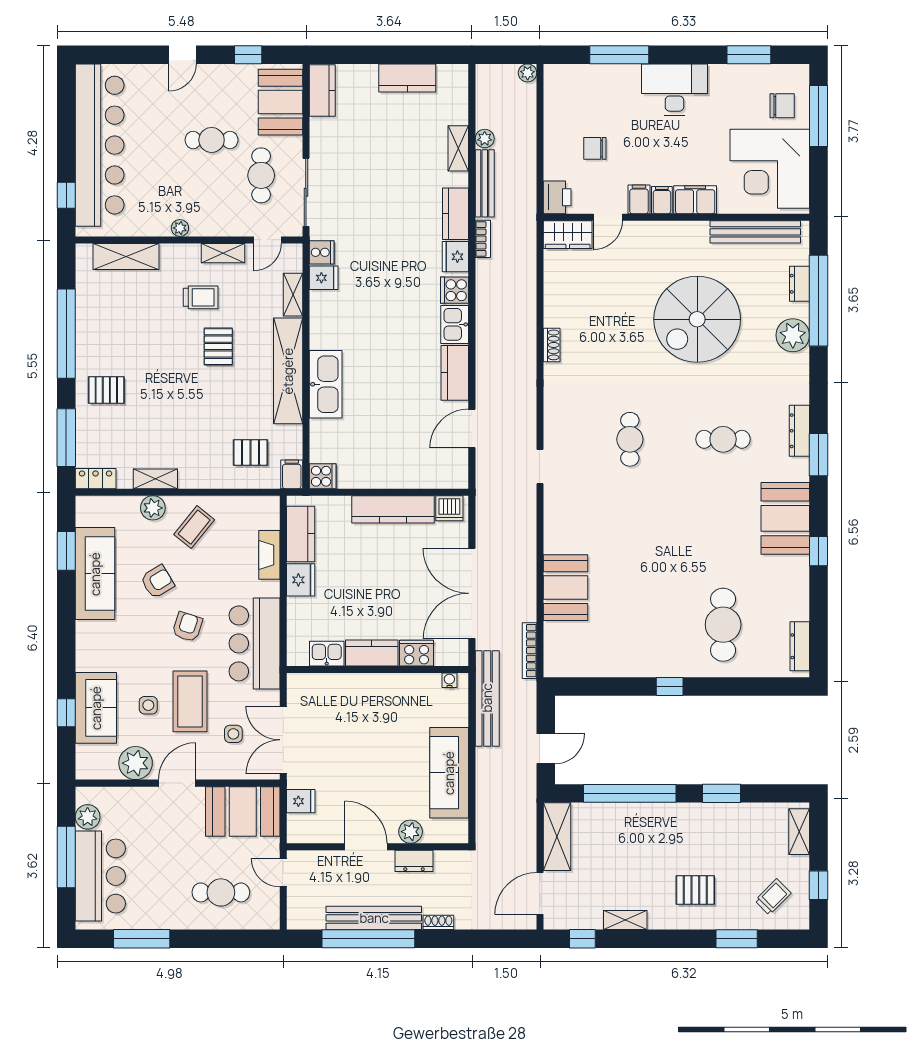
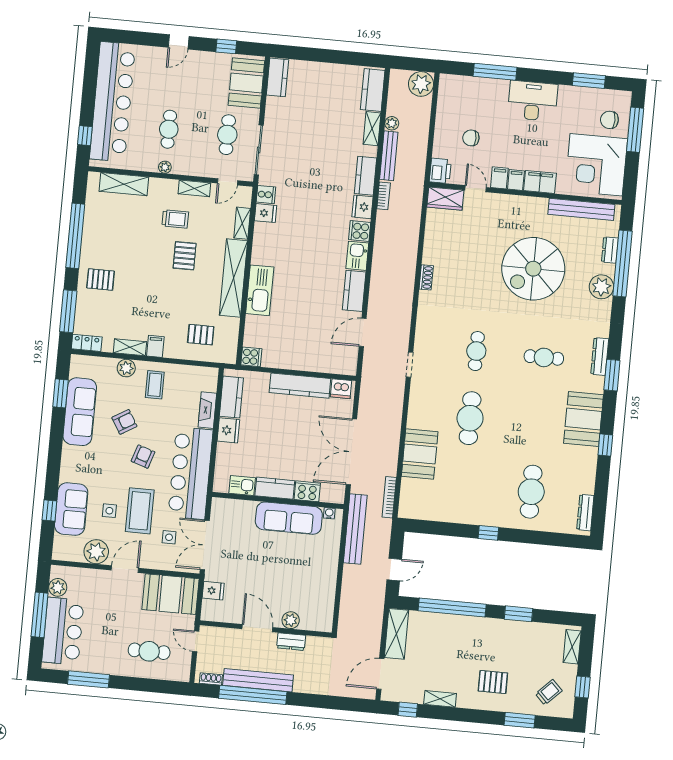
plant: (528, 73) -> (421, 84), width x1.88, depth x1.88
kitchen counter: (407, 78) -> (373, 90), moved, turned 90
chair: (782, 106) -> (609, 120), turned 180
cafe table: (212, 140) -> (169, 129), moved, turned 90
door: (608, 217) -> (476, 189), swing flipped
filing cabinet: (292, 474) -> (155, 346), moved
coffee table: (194, 527) -> (155, 385), turned -39
cafe table: (630, 532) -> (470, 418), added
bar counter: (255, 643) -> (191, 473), width x1.36
sofa: (449, 773) -> (289, 518), moved, turned -90
shoe rack: (438, 922) -> (211, 679), moved

